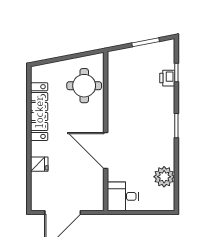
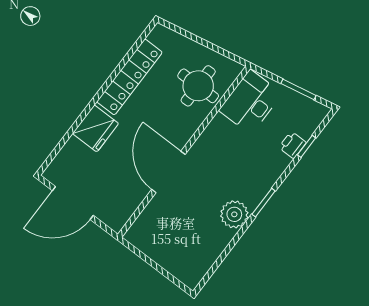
fridge: (39, 164) -> (96, 128), width x1.88, depth x1.34
plant: (164, 177) -> (234, 214), moved
desk: (123, 196) -> (251, 102), moved, width x1.37

